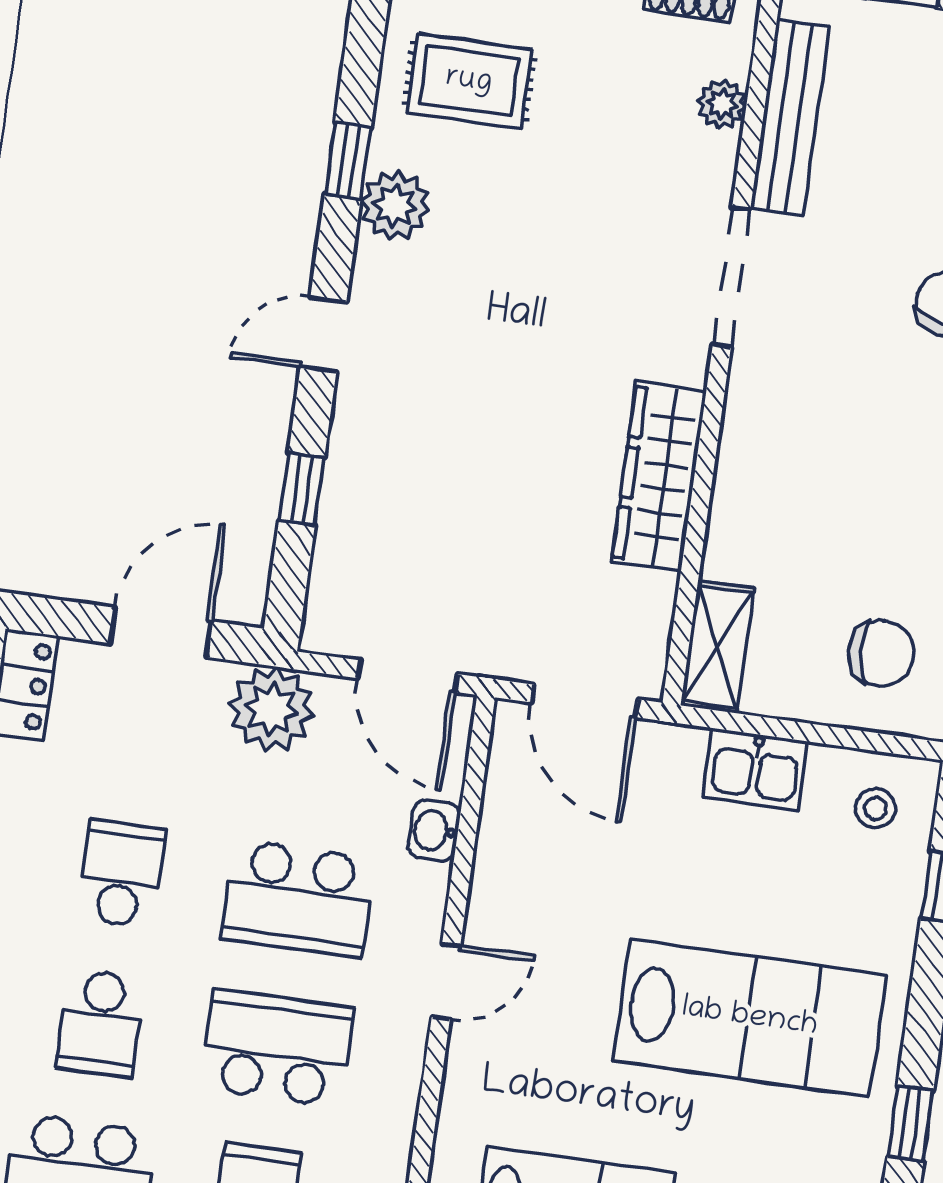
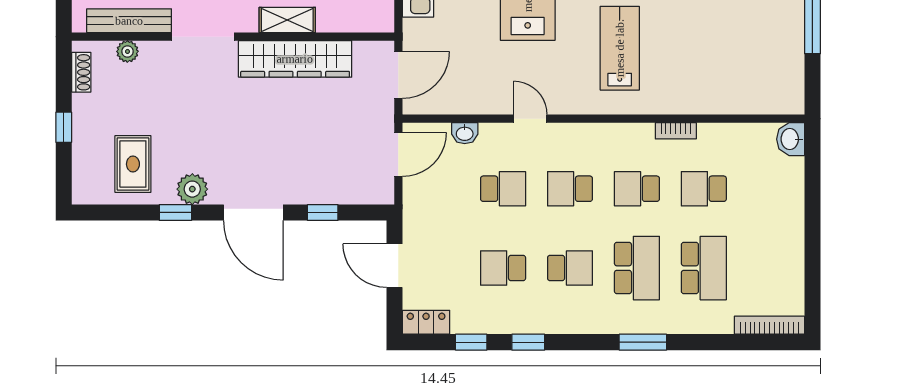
door: (323, 334) -> (253, 212), width x1.88
wardrobe: (659, 476) -> (295, 59), width x1.40, depth x1.17
shelving: (717, 647) -> (287, 20), moved
plant: (271, 709) -> (421, 212), removed
school desk: (298, 899) -> (503, 189), width x0.54
school desk: (277, 1048) -> (570, 189), width x0.54

